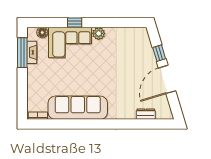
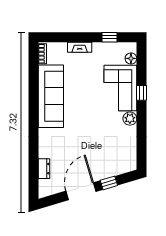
fireplace: (32, 52) -> (80, 47), moved
window: (22, 53) -> (109, 37), width x0.46
door: (167, 79) -> (81, 191), hinge flipped

